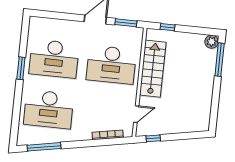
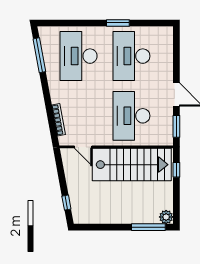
stairs: (153, 69) -> (132, 165), width x1.36, depth x1.51
window: (153, 138) -> (66, 203), moved

